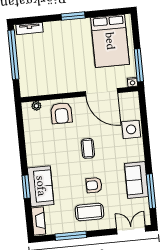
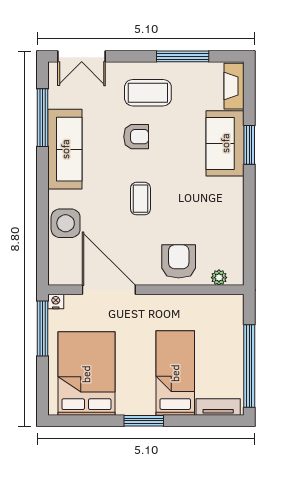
bed: (57, 46) -> (175, 373), added
sofa: (136, 180) -> (65, 149), width x1.36

